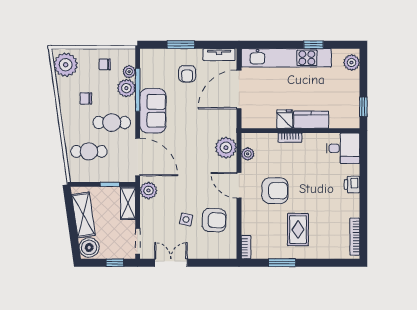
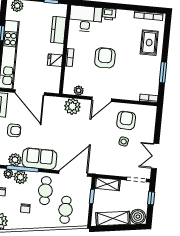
kitchen counter: (311, 120) -> (58, 30), moved
desk: (343, 148) -> (86, 19), width x1.37
plant: (149, 191) -> (15, 160), moved
armchair: (275, 191) -> (105, 58), moved
rug: (298, 230) -> (149, 43), moved, turned 90

